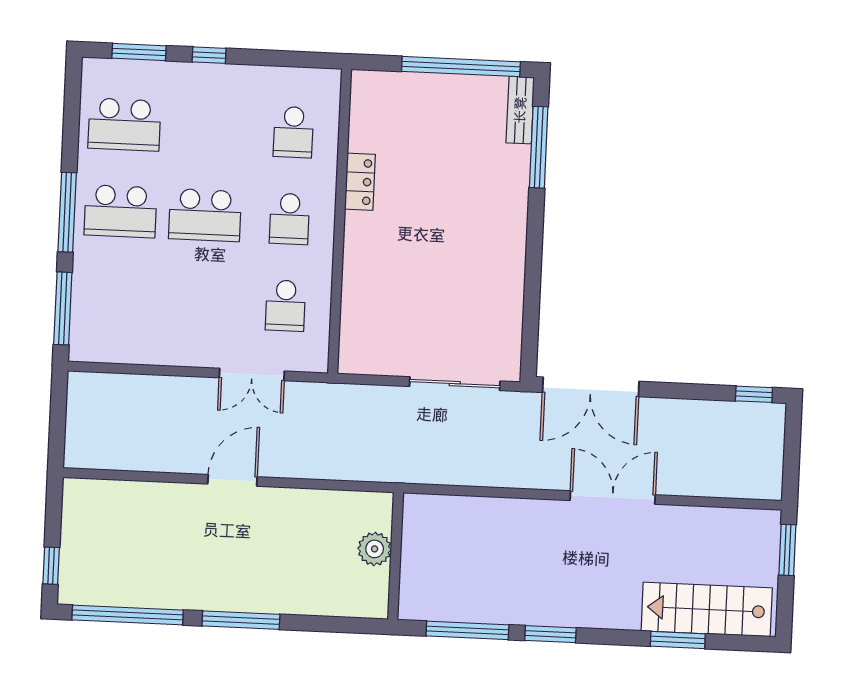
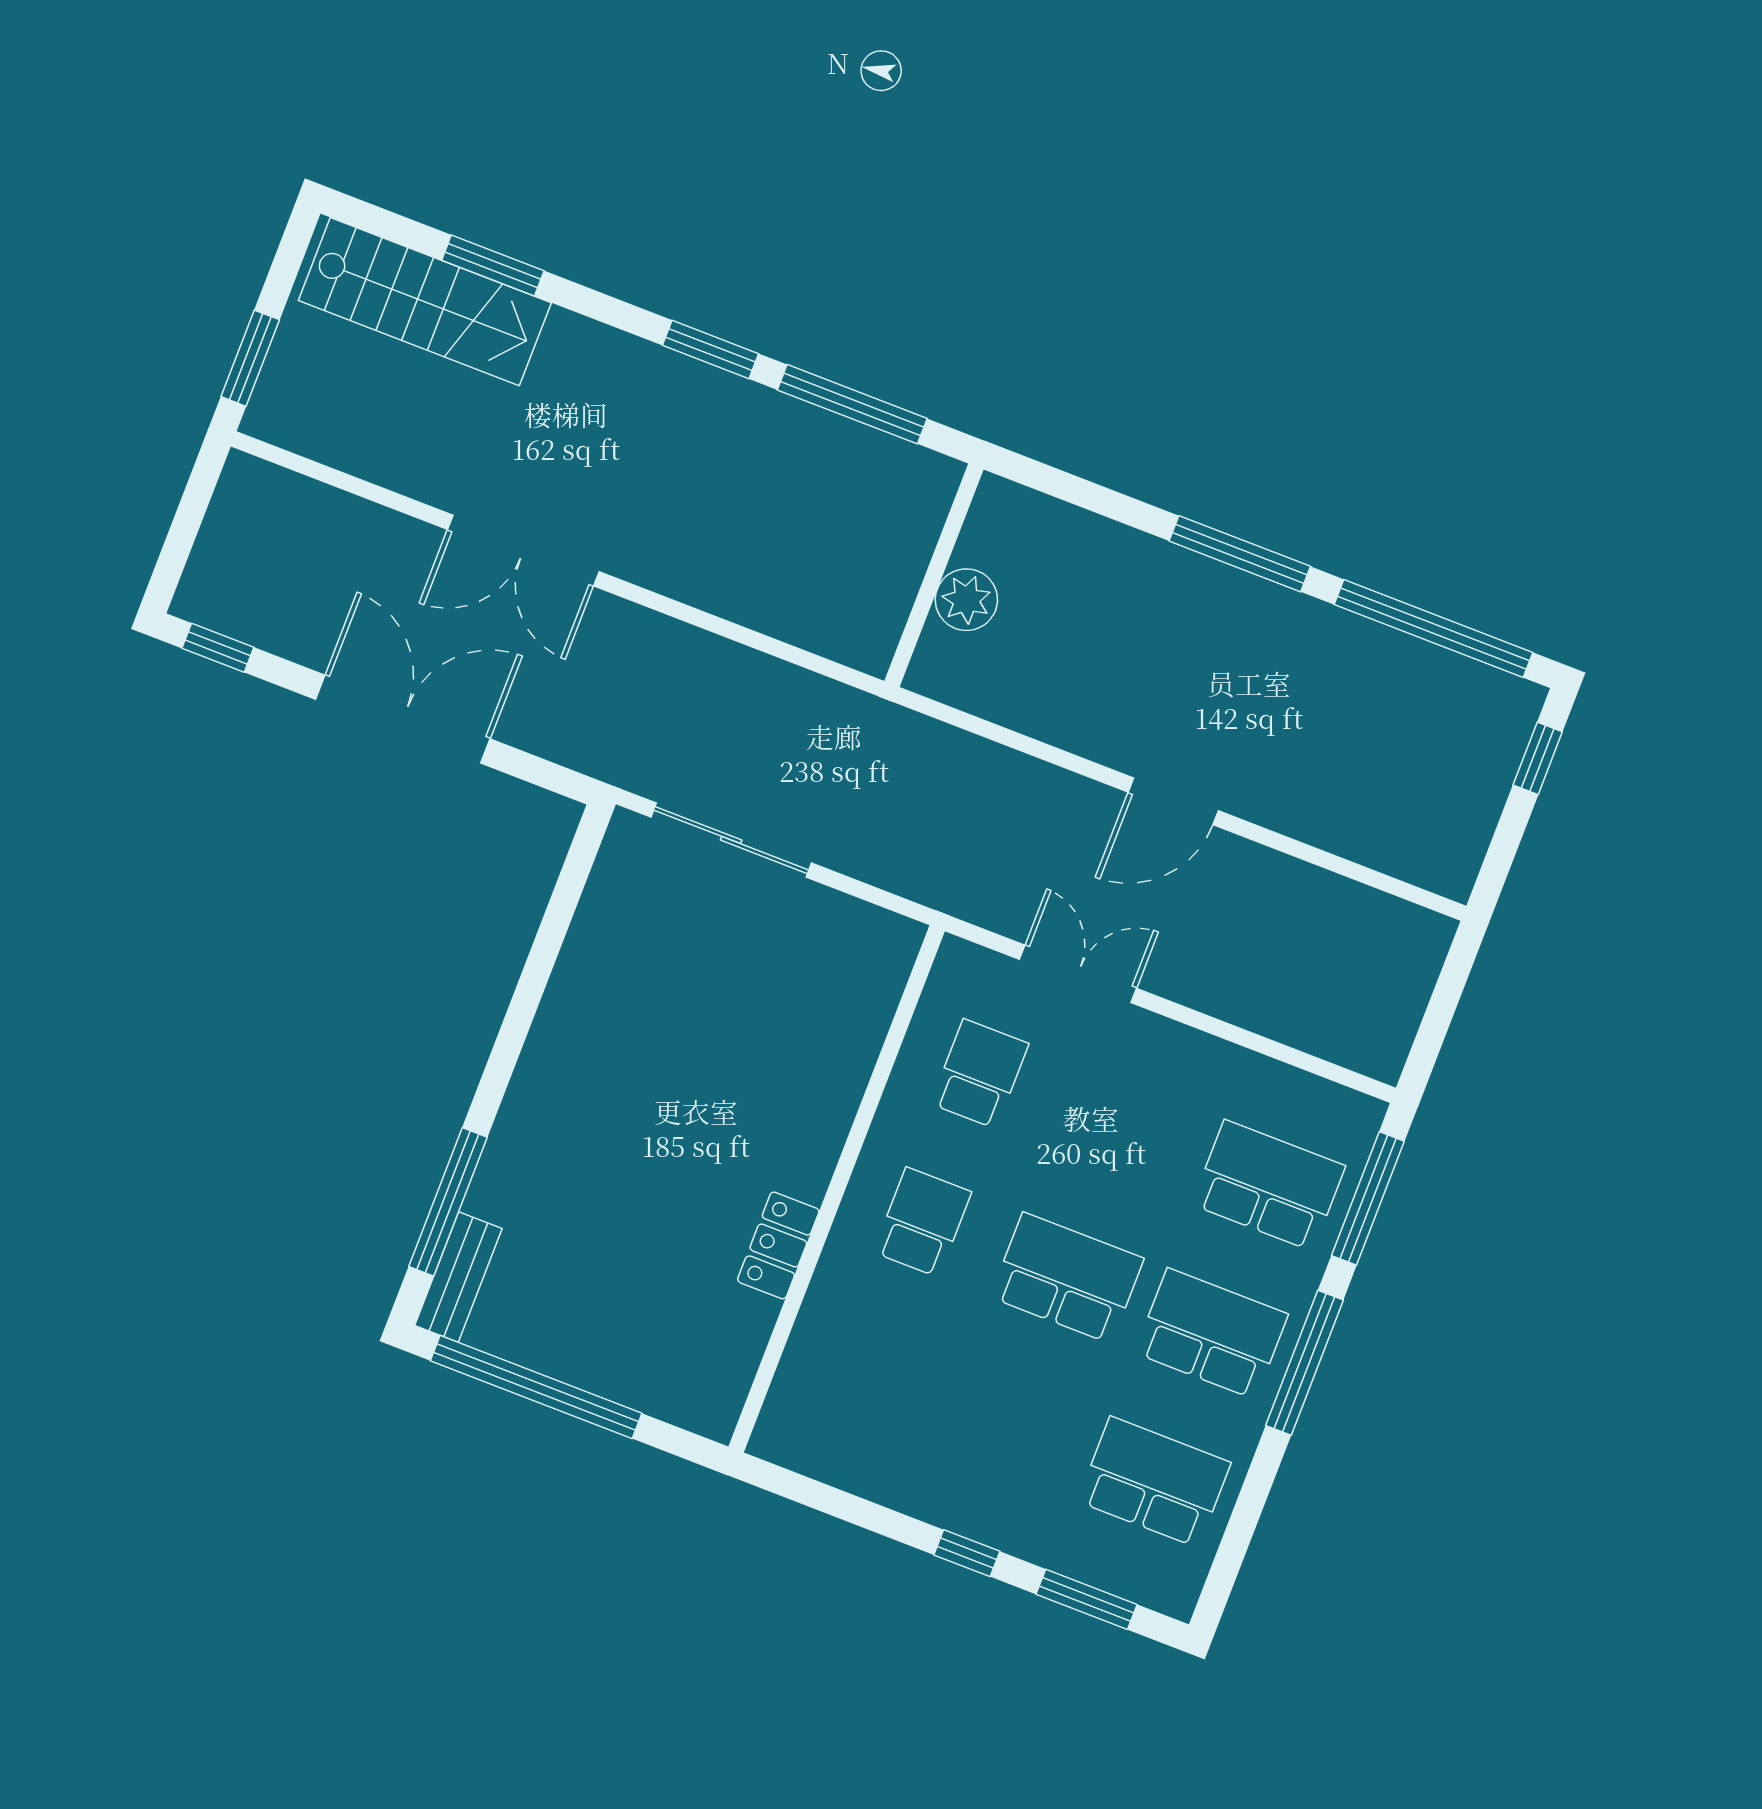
school desk: (293, 132) -> (1269, 1185), moved, width x1.85
double door: (591, 387) -> (403, 719), moved

